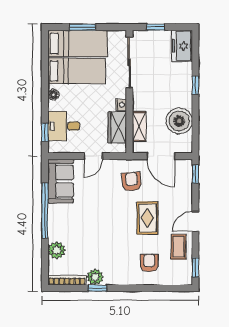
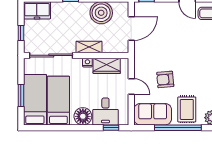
floor lamp: (53, 95) -> (83, 116), width x1.89, depth x1.89
shelving: (139, 127) -> (89, 47), moved
armchair: (132, 182) -> (165, 79), moved
rug: (147, 218) -> (187, 109), moved, turned 90

